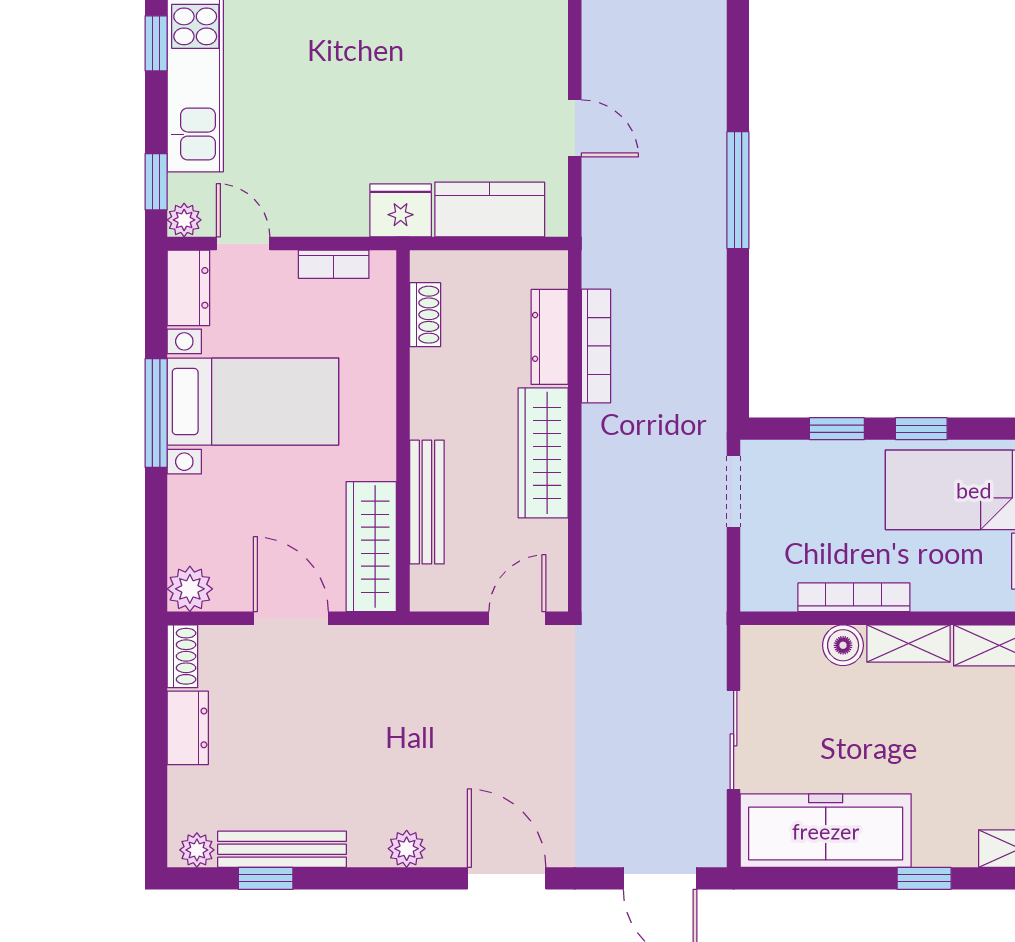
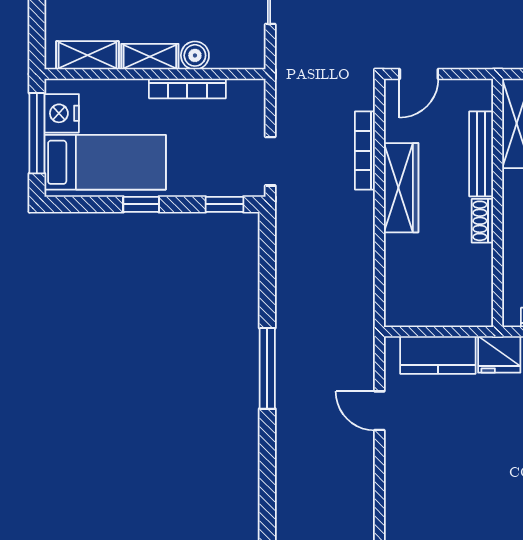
shoe rack: (425, 315) -> (482, 221), moved
dresser: (550, 337) -> (397, 267), removed
bookcase: (596, 346) -> (365, 151), moved
window: (837, 429) -> (224, 204), moved

